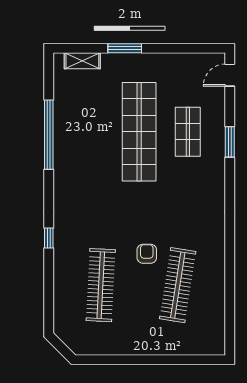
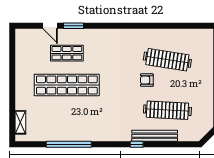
window: (125, 48) -> (12, 95), removed
door: (230, 75) -> (50, 26), moved
bench: (62, 266) -> (155, 136), added

